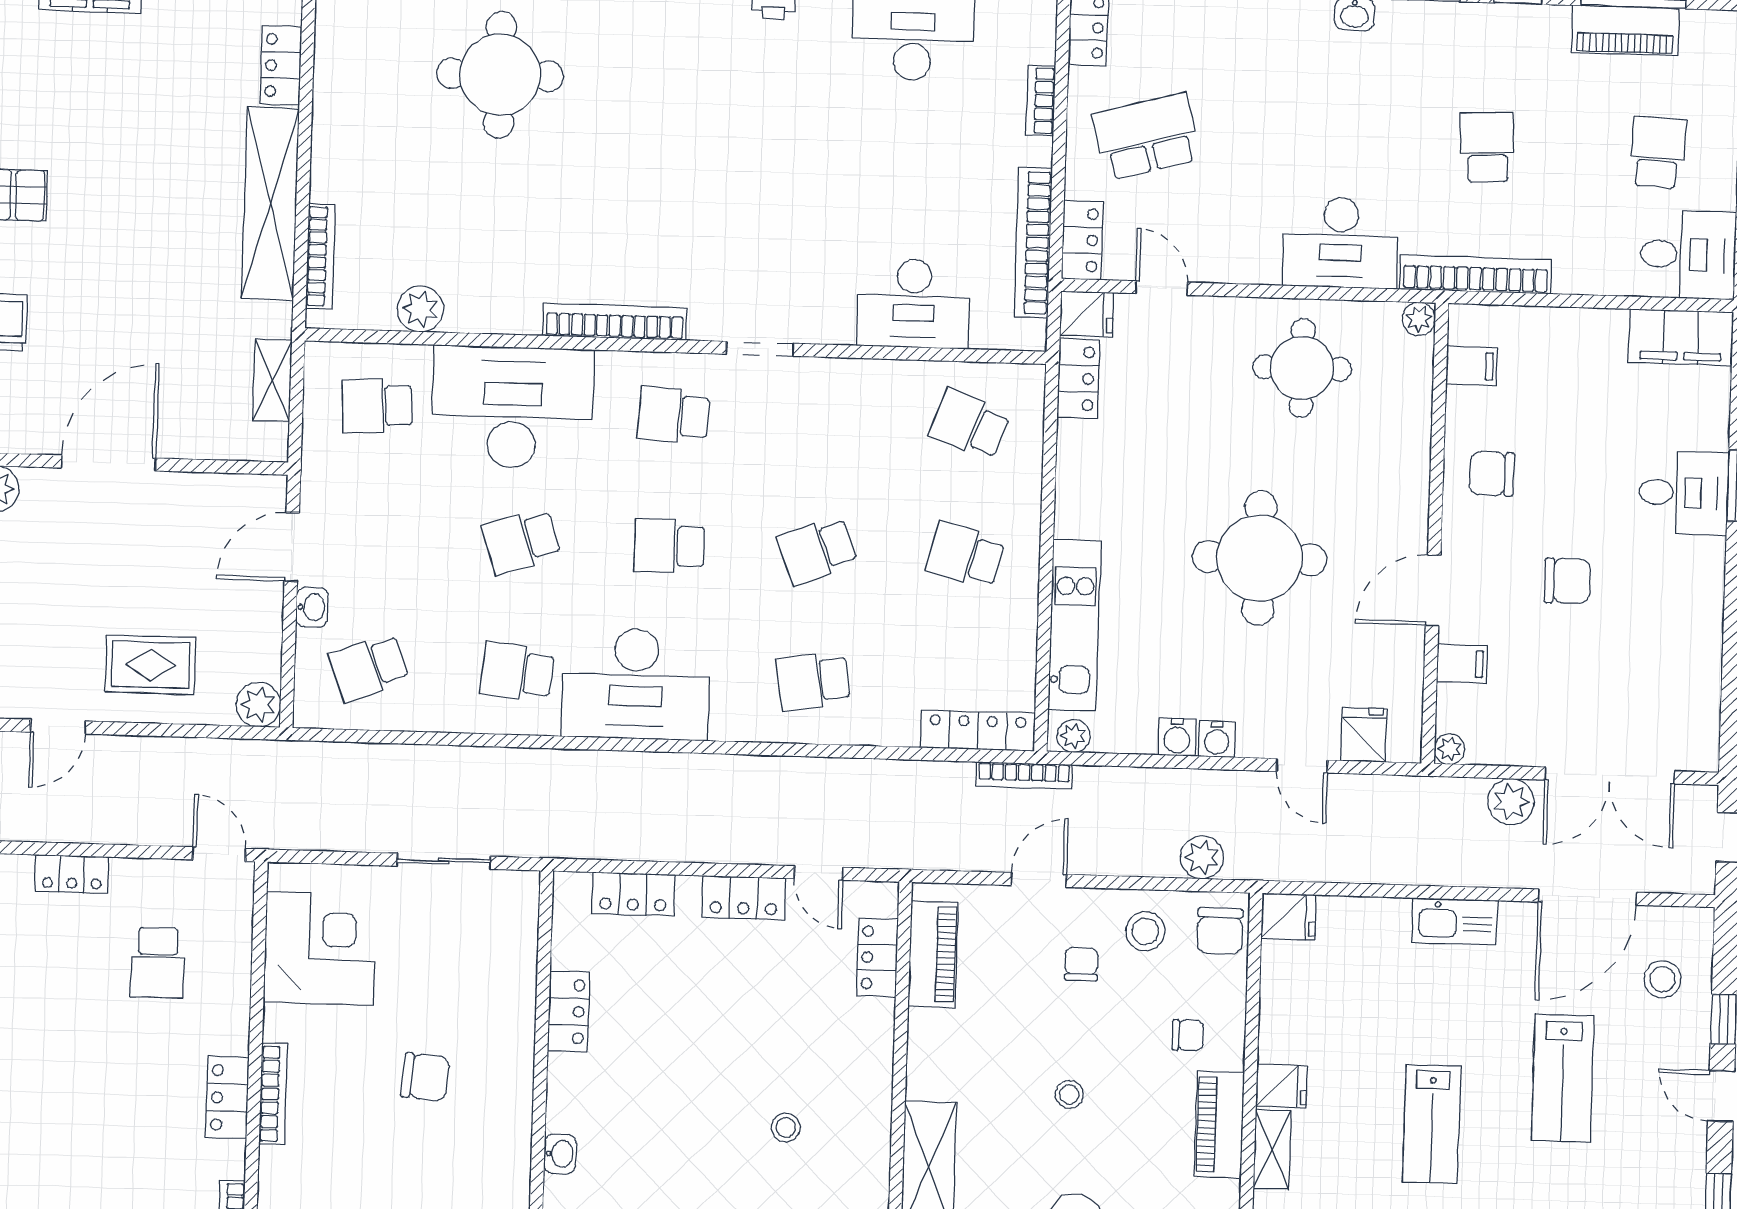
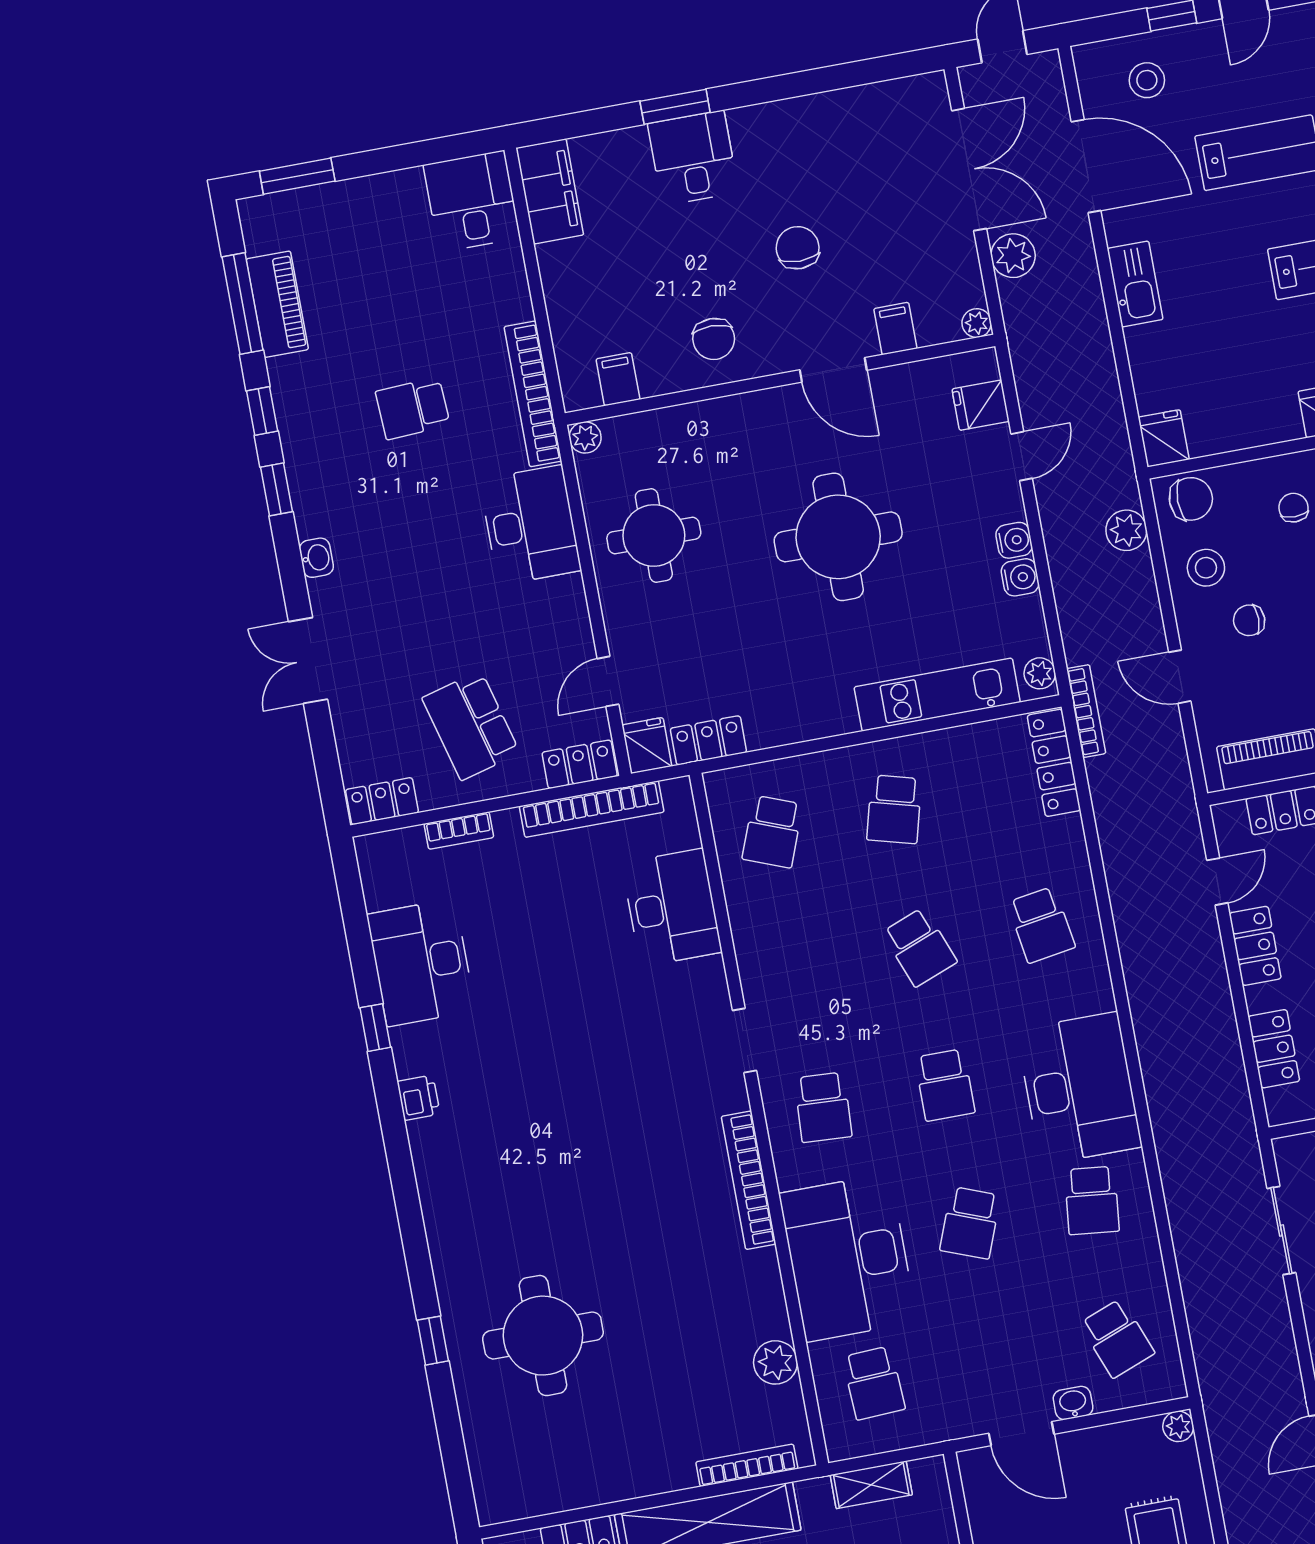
school desk: (1658, 153) -> (384, 250), removed
school desk: (521, 541) -> (970, 1223), turned 39
plant: (258, 705) -> (1178, 1426), width x0.73, depth x0.73

